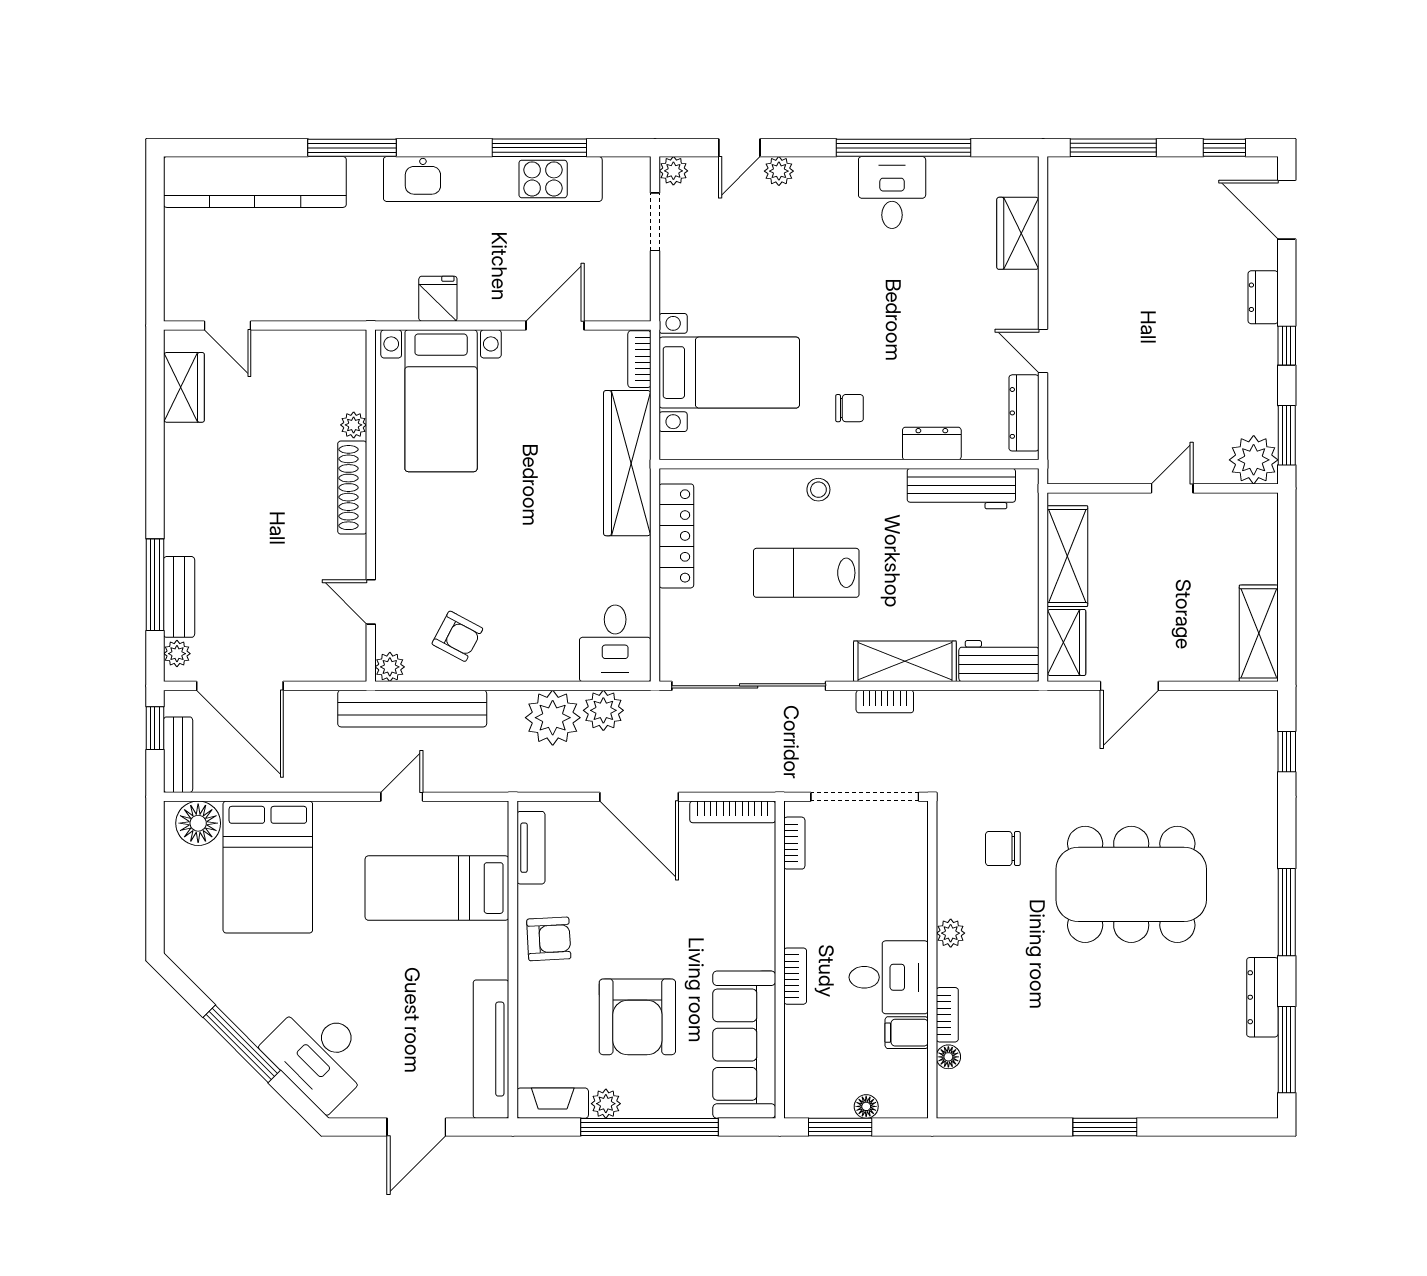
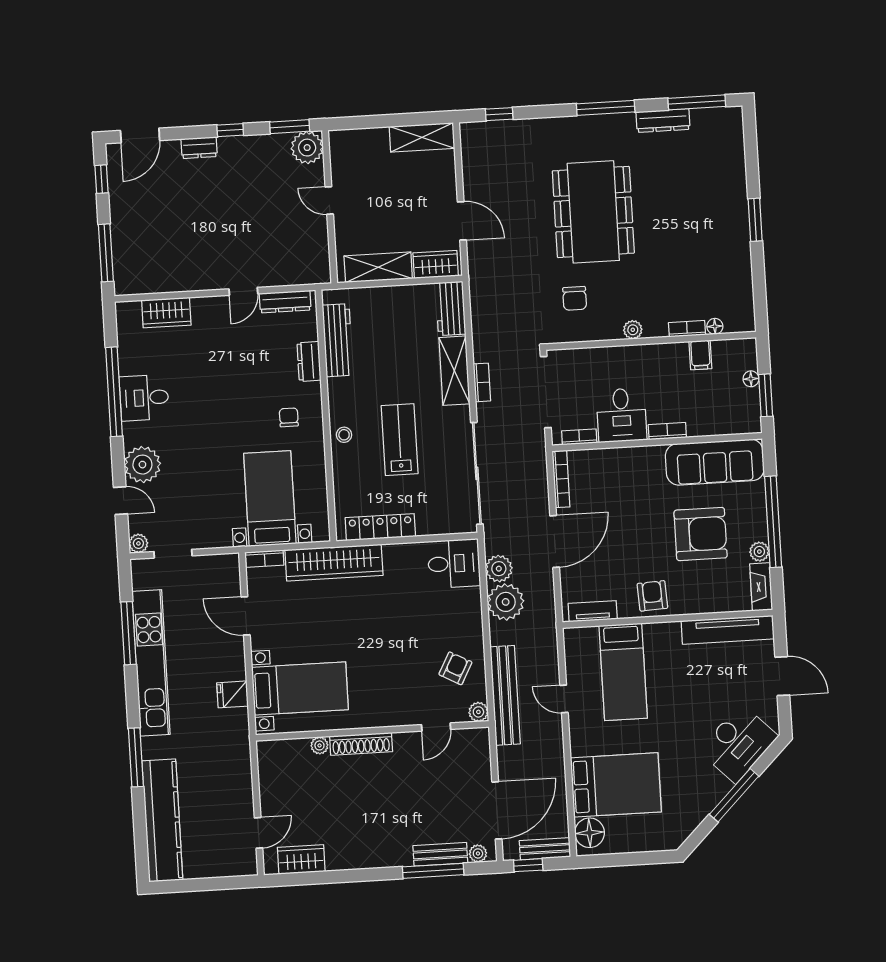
plant: (779, 171) -> (142, 465), width x1.88, depth x1.88
lab bench: (806, 573) -> (400, 440), turned 180
desk: (889, 977) -> (621, 415), moved, turned 180

